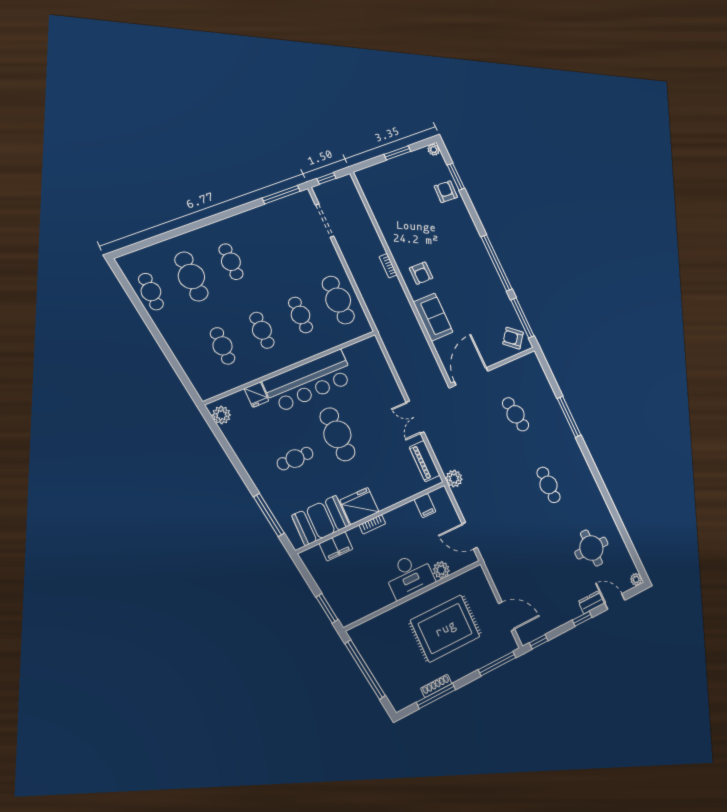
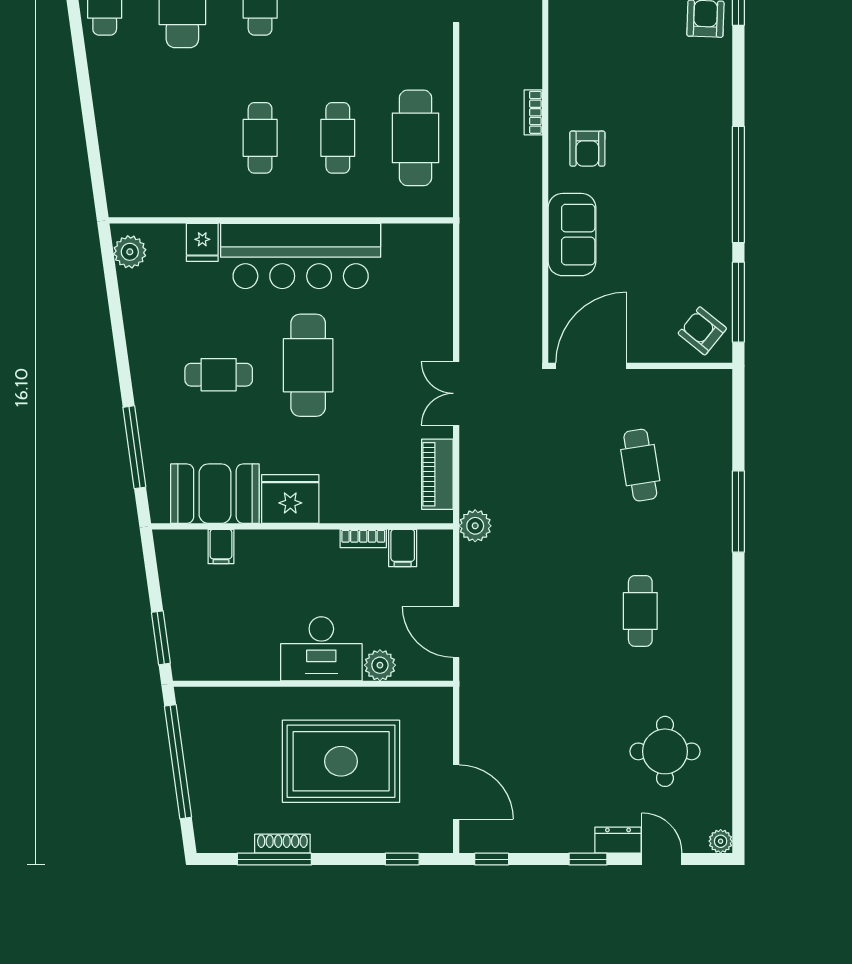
cafe table: (223, 346) -> (182, 138), removed
bookcase: (372, 524) -> (363, 539), moved
filing cabinet: (336, 546) -> (221, 546), width x0.50
window: (497, 664) -> (402, 859), width x0.46

